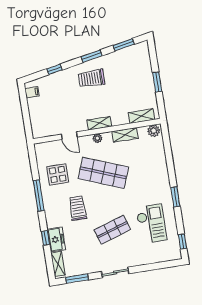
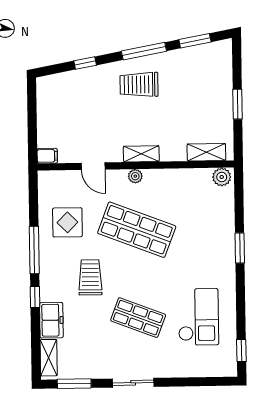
window: (92, 56) -> (144, 51), width x1.44
filing cabinet: (32, 92) -> (47, 156), moved
shelving: (125, 135) -> (178, 177), removed
window: (175, 197) -> (240, 248), moved
shop shelf: (112, 230) -> (138, 318), turned 39
window: (45, 238) -> (35, 297), moved

